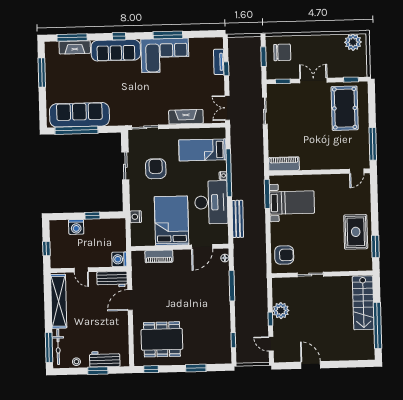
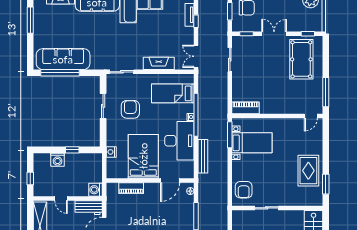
armchair: (284, 255) -> (244, 190), turned 90

